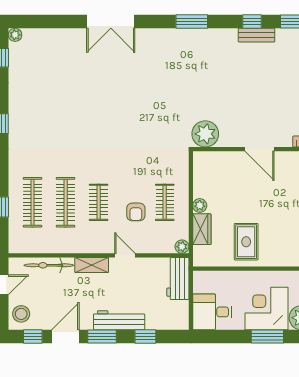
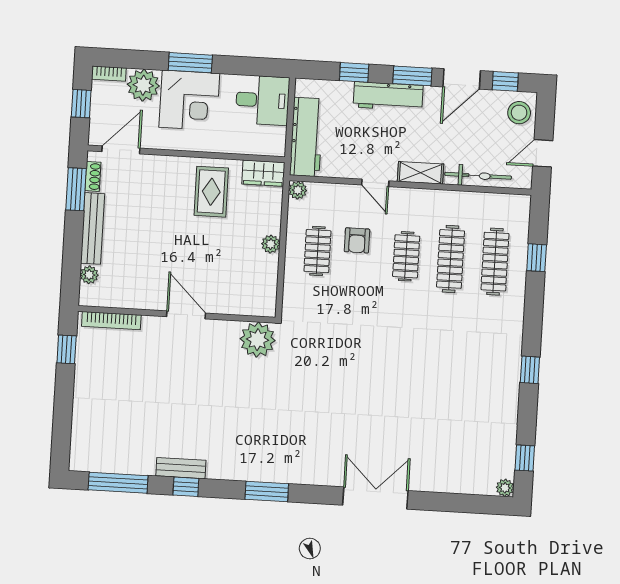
armchair: (136, 212) -> (357, 240), turned 180
wardrobe: (202, 229) -> (263, 173), moved, turned -90
workbench: (178, 279) -> (306, 137), width x1.37

